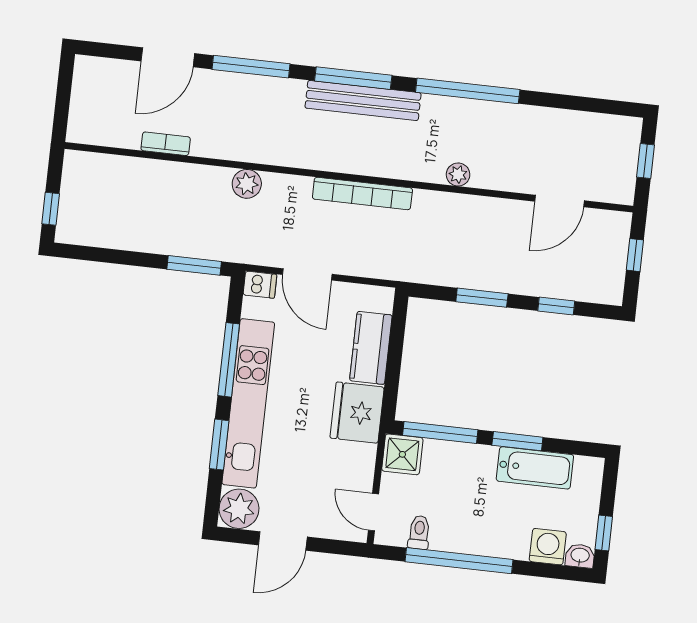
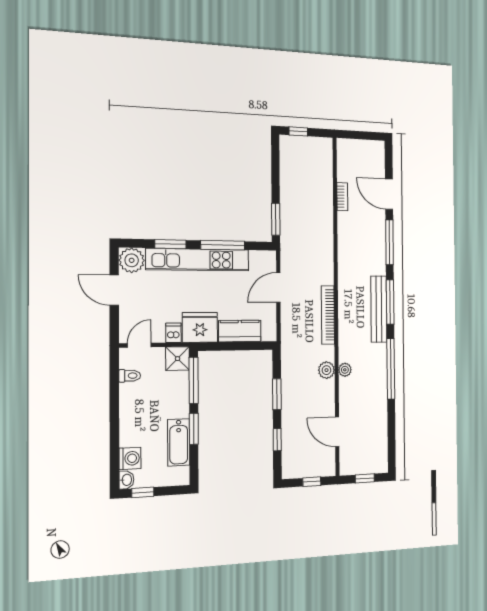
plant: (247, 184) -> (326, 370), moved
dishwasher: (260, 285) -> (173, 333), moved, turned 180
window: (459, 561) -> (114, 403), removed

